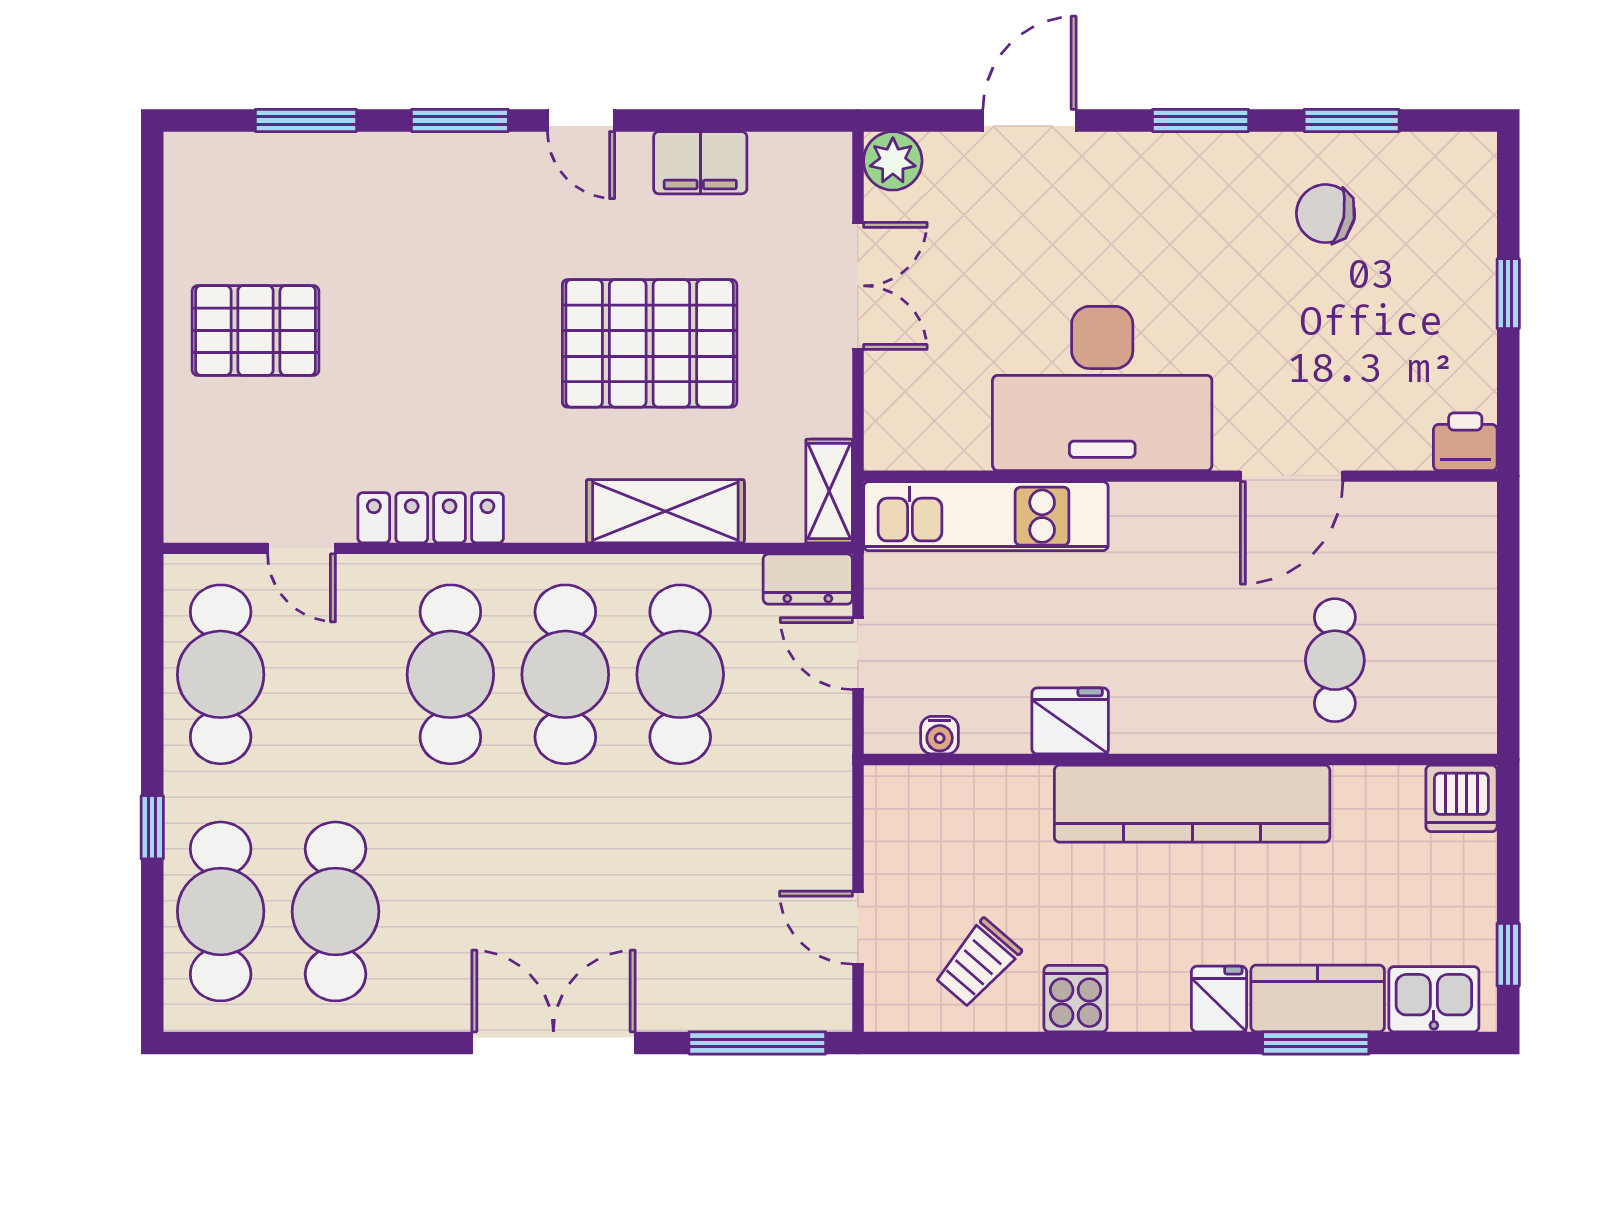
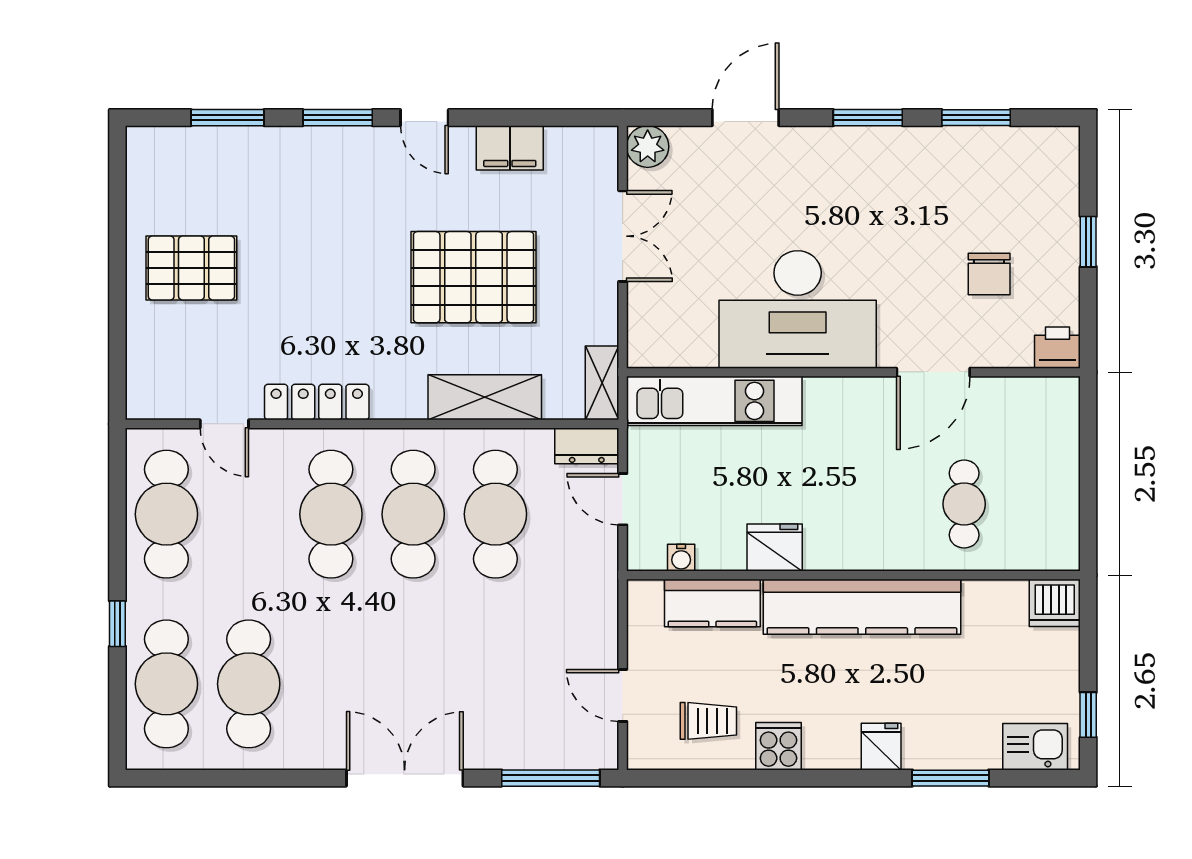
chair: (1326, 214) -> (989, 274), moved, turned -101
trolley: (978, 963) -> (708, 721), turned -131
kitchen counter: (1318, 999) -> (712, 603), moved, turned 180

